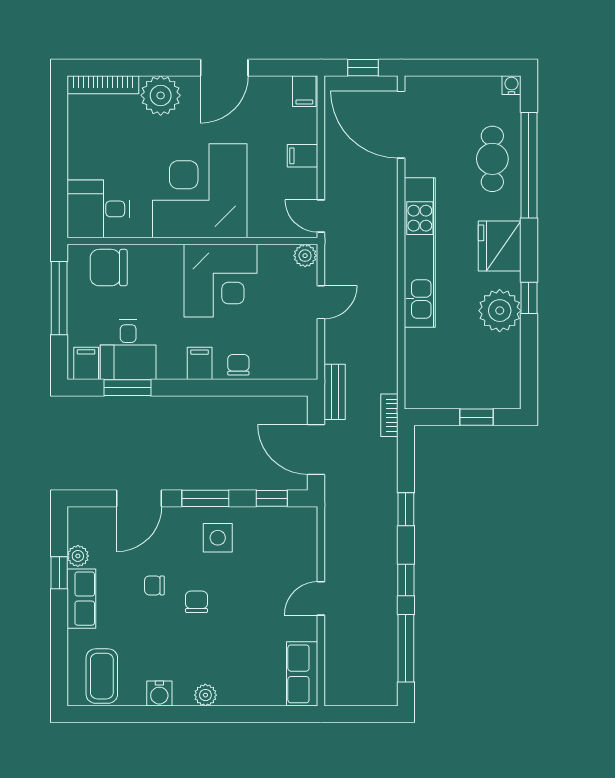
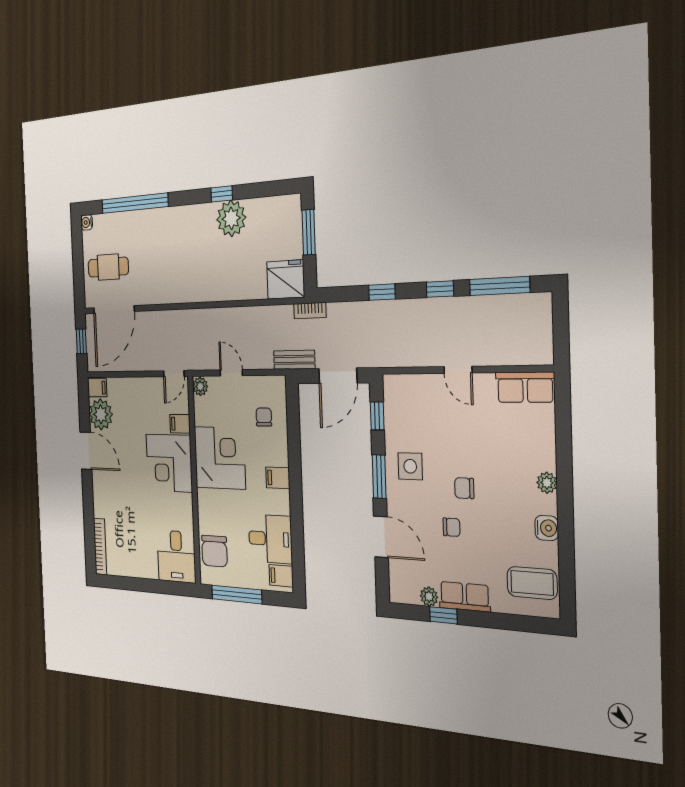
plant: (161, 95) -> (101, 414), moved
filing cabinet: (302, 156) -> (180, 424), moved, turned 90
cafe table: (492, 159) -> (108, 267), moved
corner desk: (200, 191) -> (169, 463), width x0.74, depth x0.74
fridge: (500, 246) -> (286, 279), moved, turned 180
kitchen unit: (420, 253) -> (195, 290), removed
chair: (238, 365) -> (264, 417), moved, turned 90
window: (127, 388) -> (297, 541), removed
window: (477, 417) -> (309, 232), width x1.50
chair: (154, 585) -> (451, 527), turned -90

